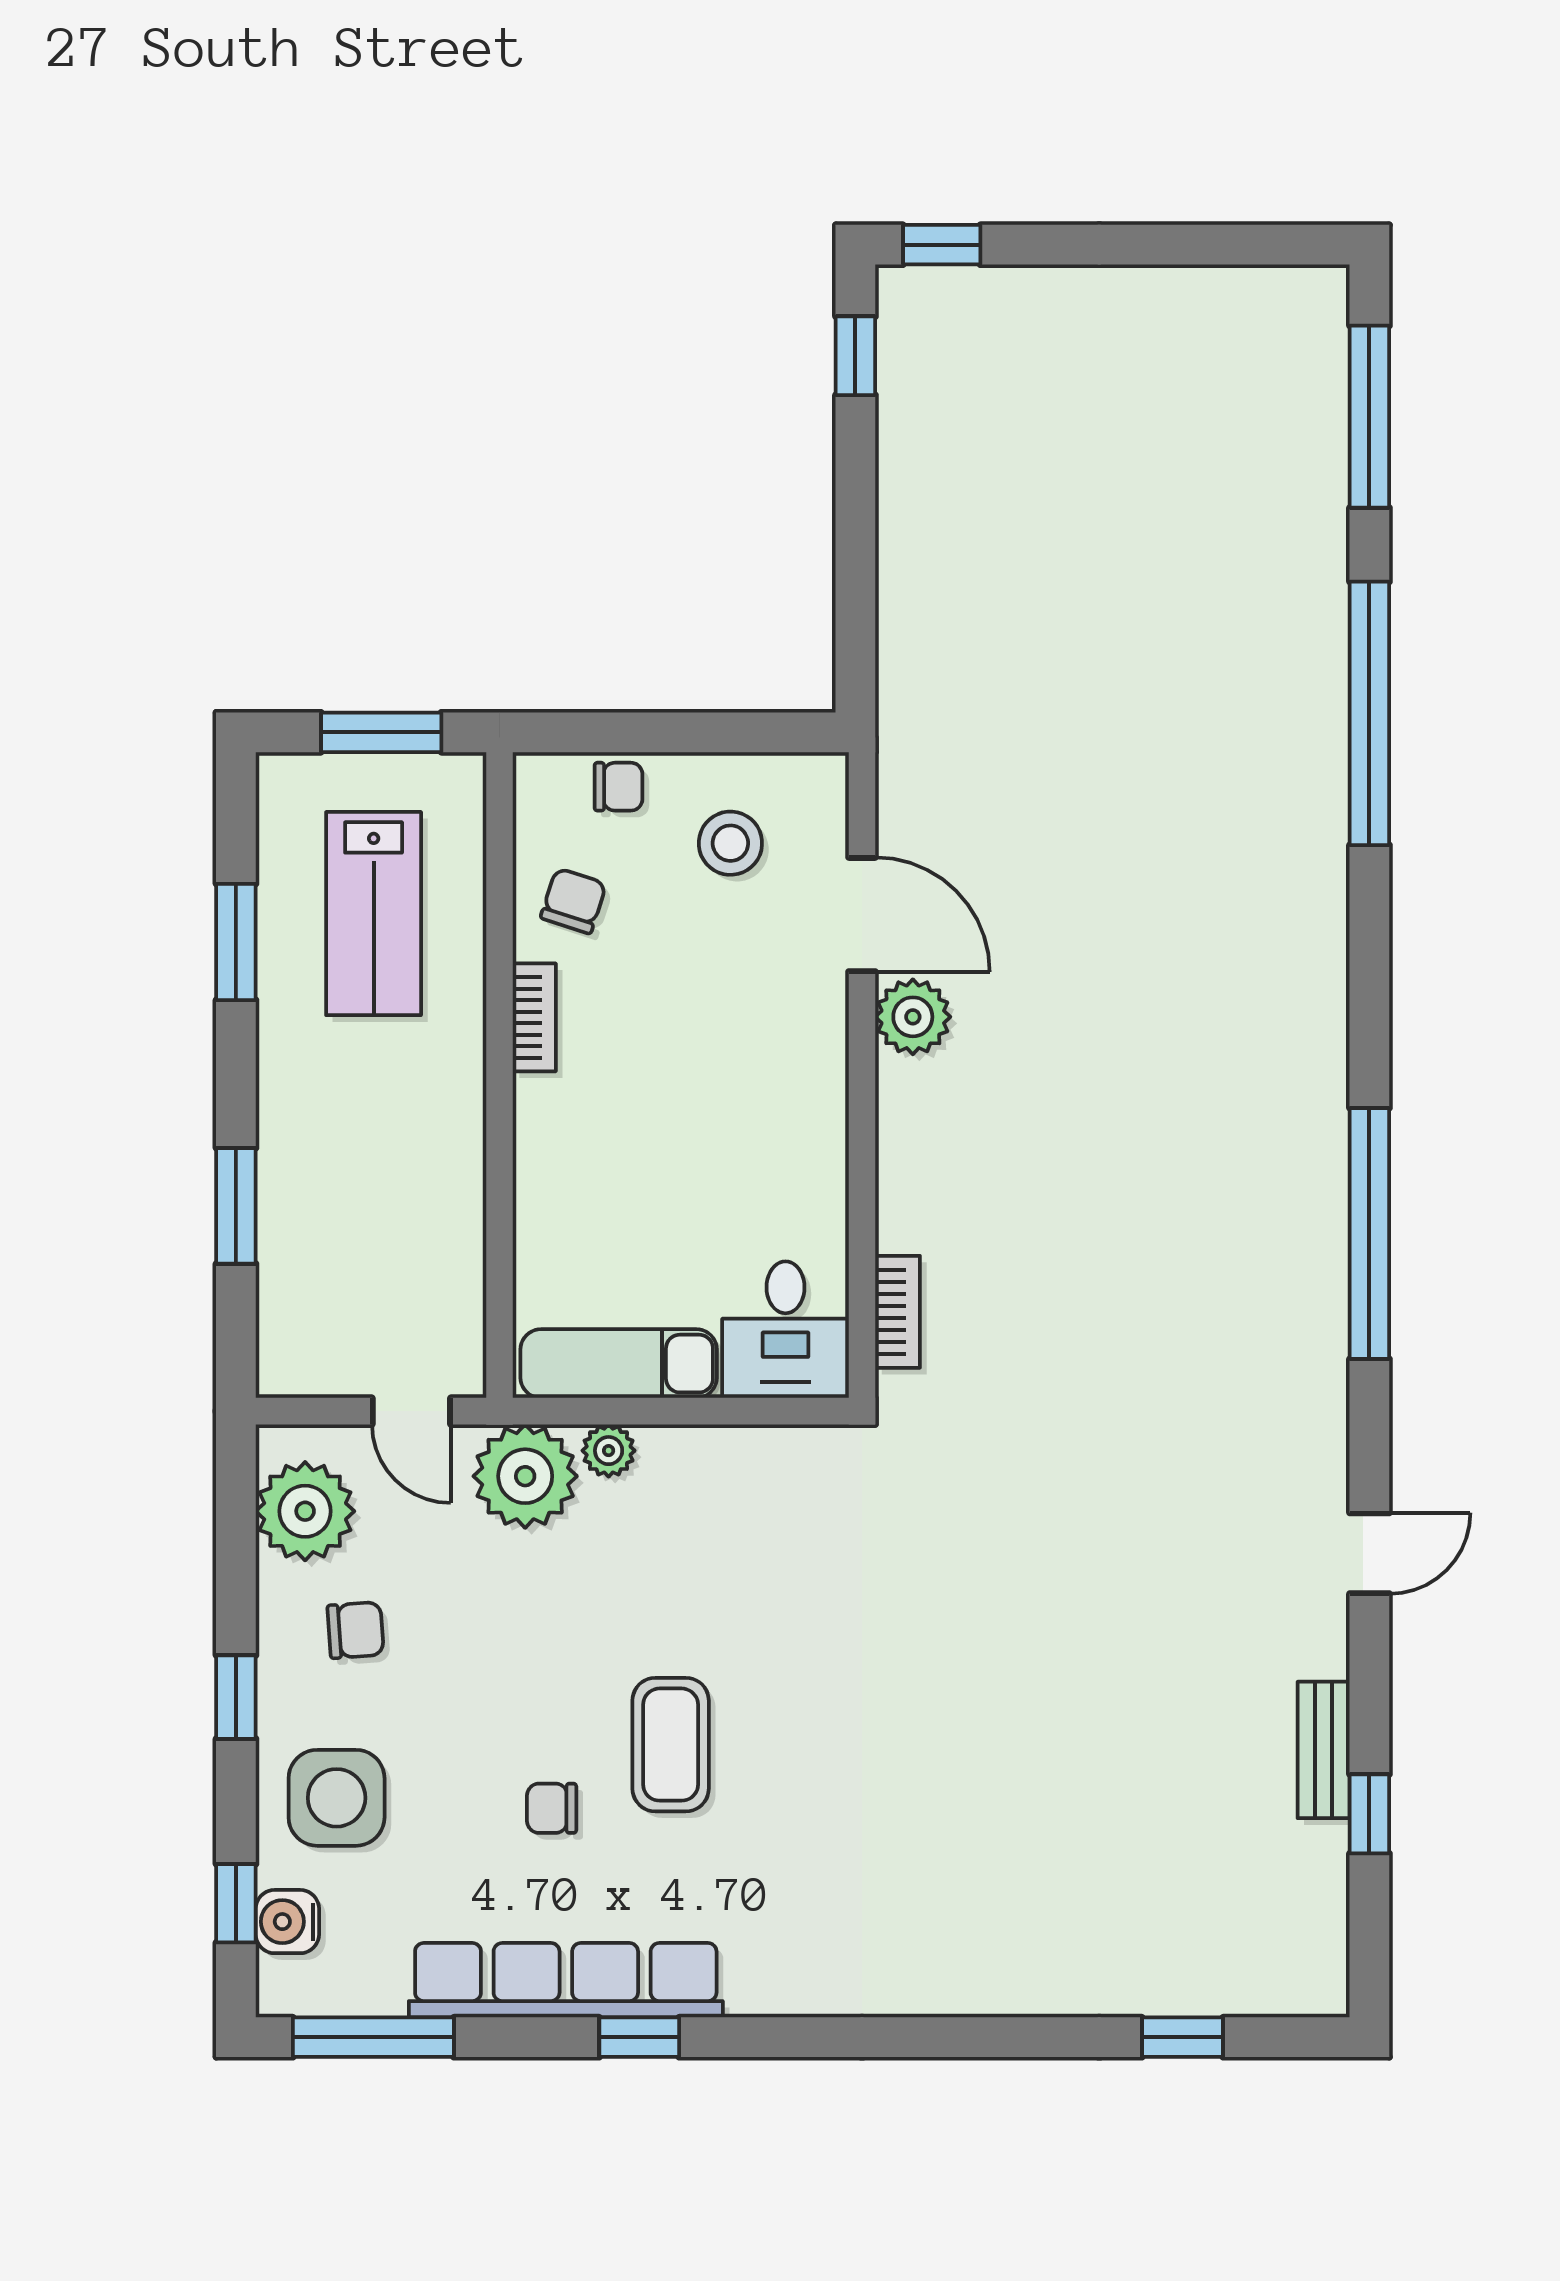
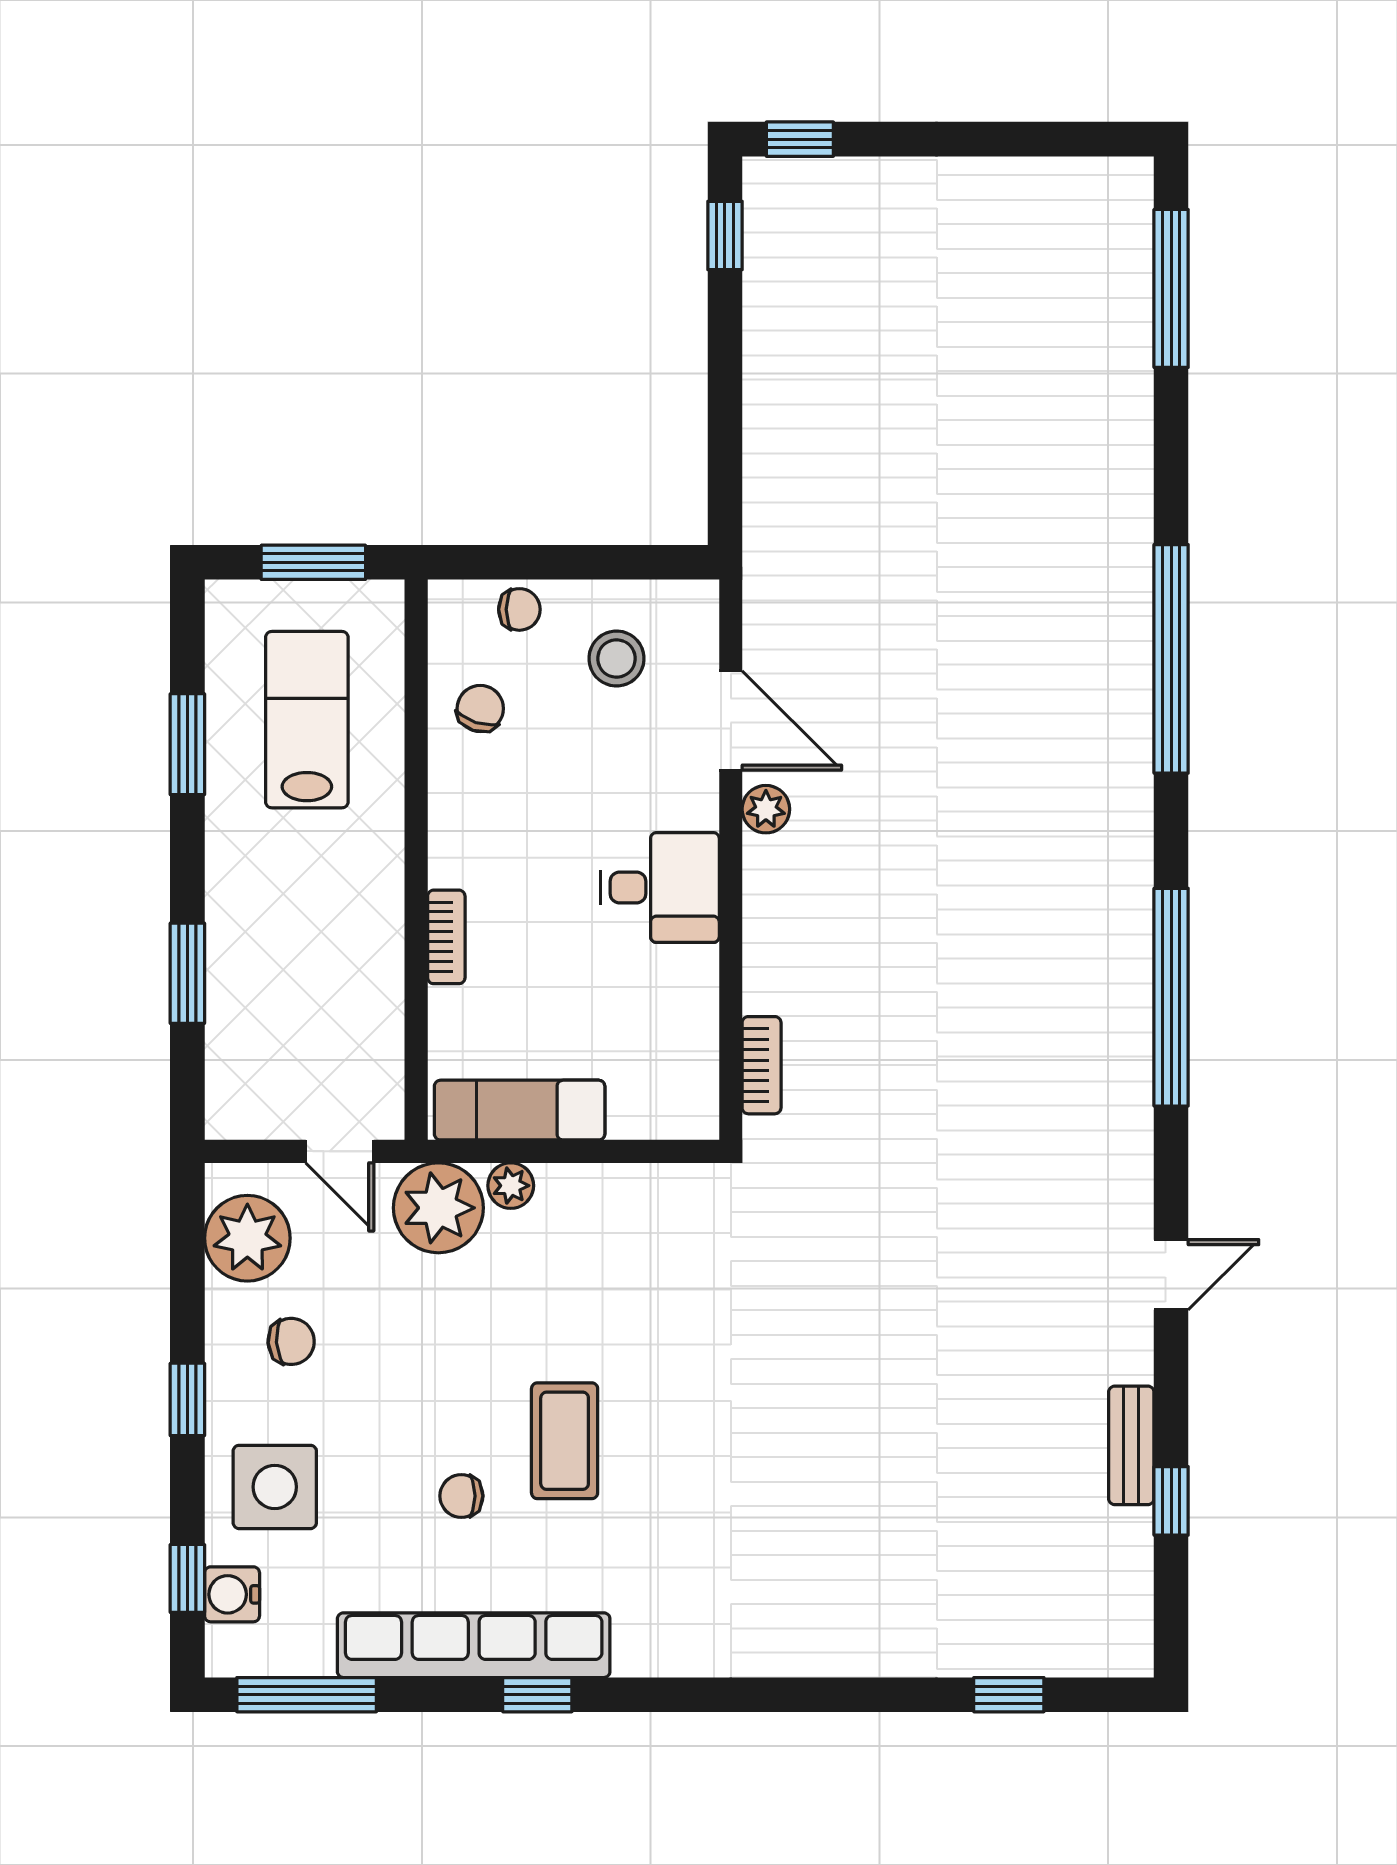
window: (1369, 713) -> (1171, 659), moved
lab bench: (374, 914) -> (307, 720), turned 180
bookcase: (534, 1017) -> (446, 937), moved
plant: (913, 1017) -> (766, 809), width x0.73, depth x0.73
desk: (785, 1330) -> (660, 888), moved, turned -90

